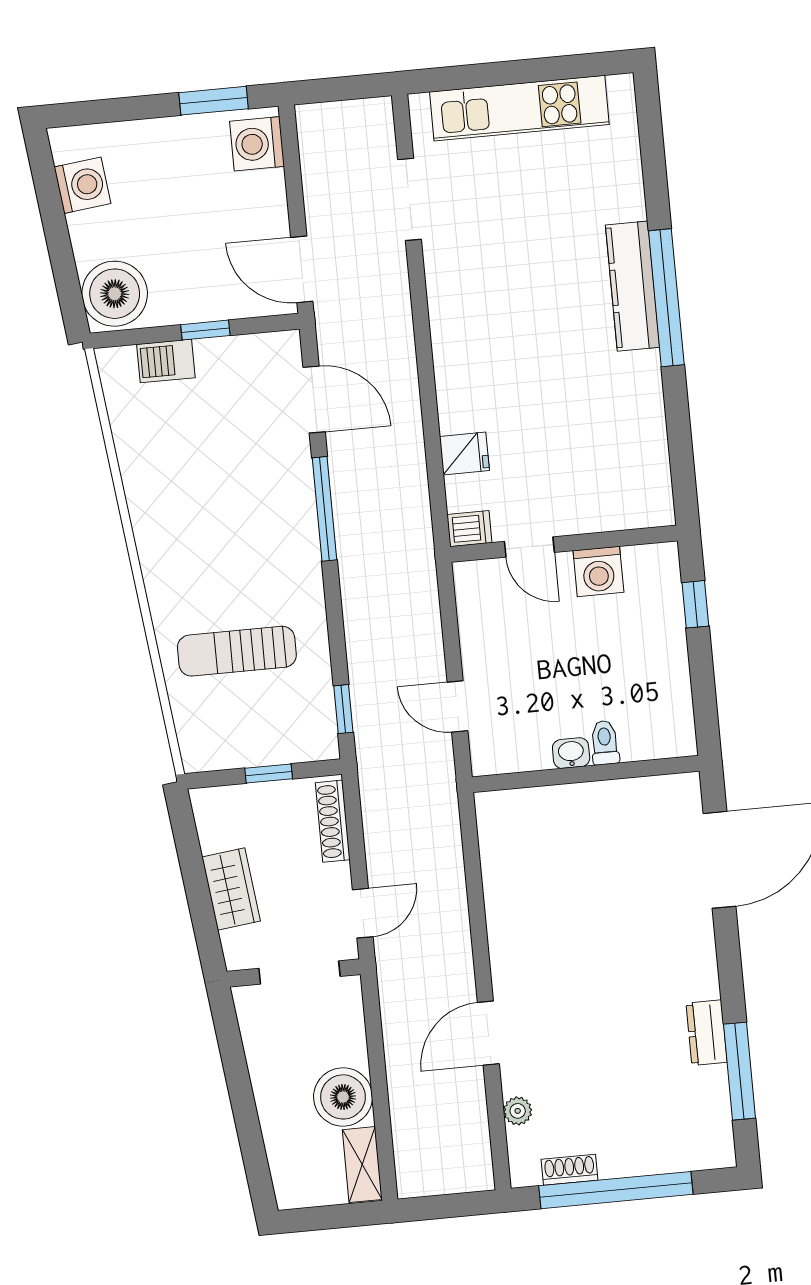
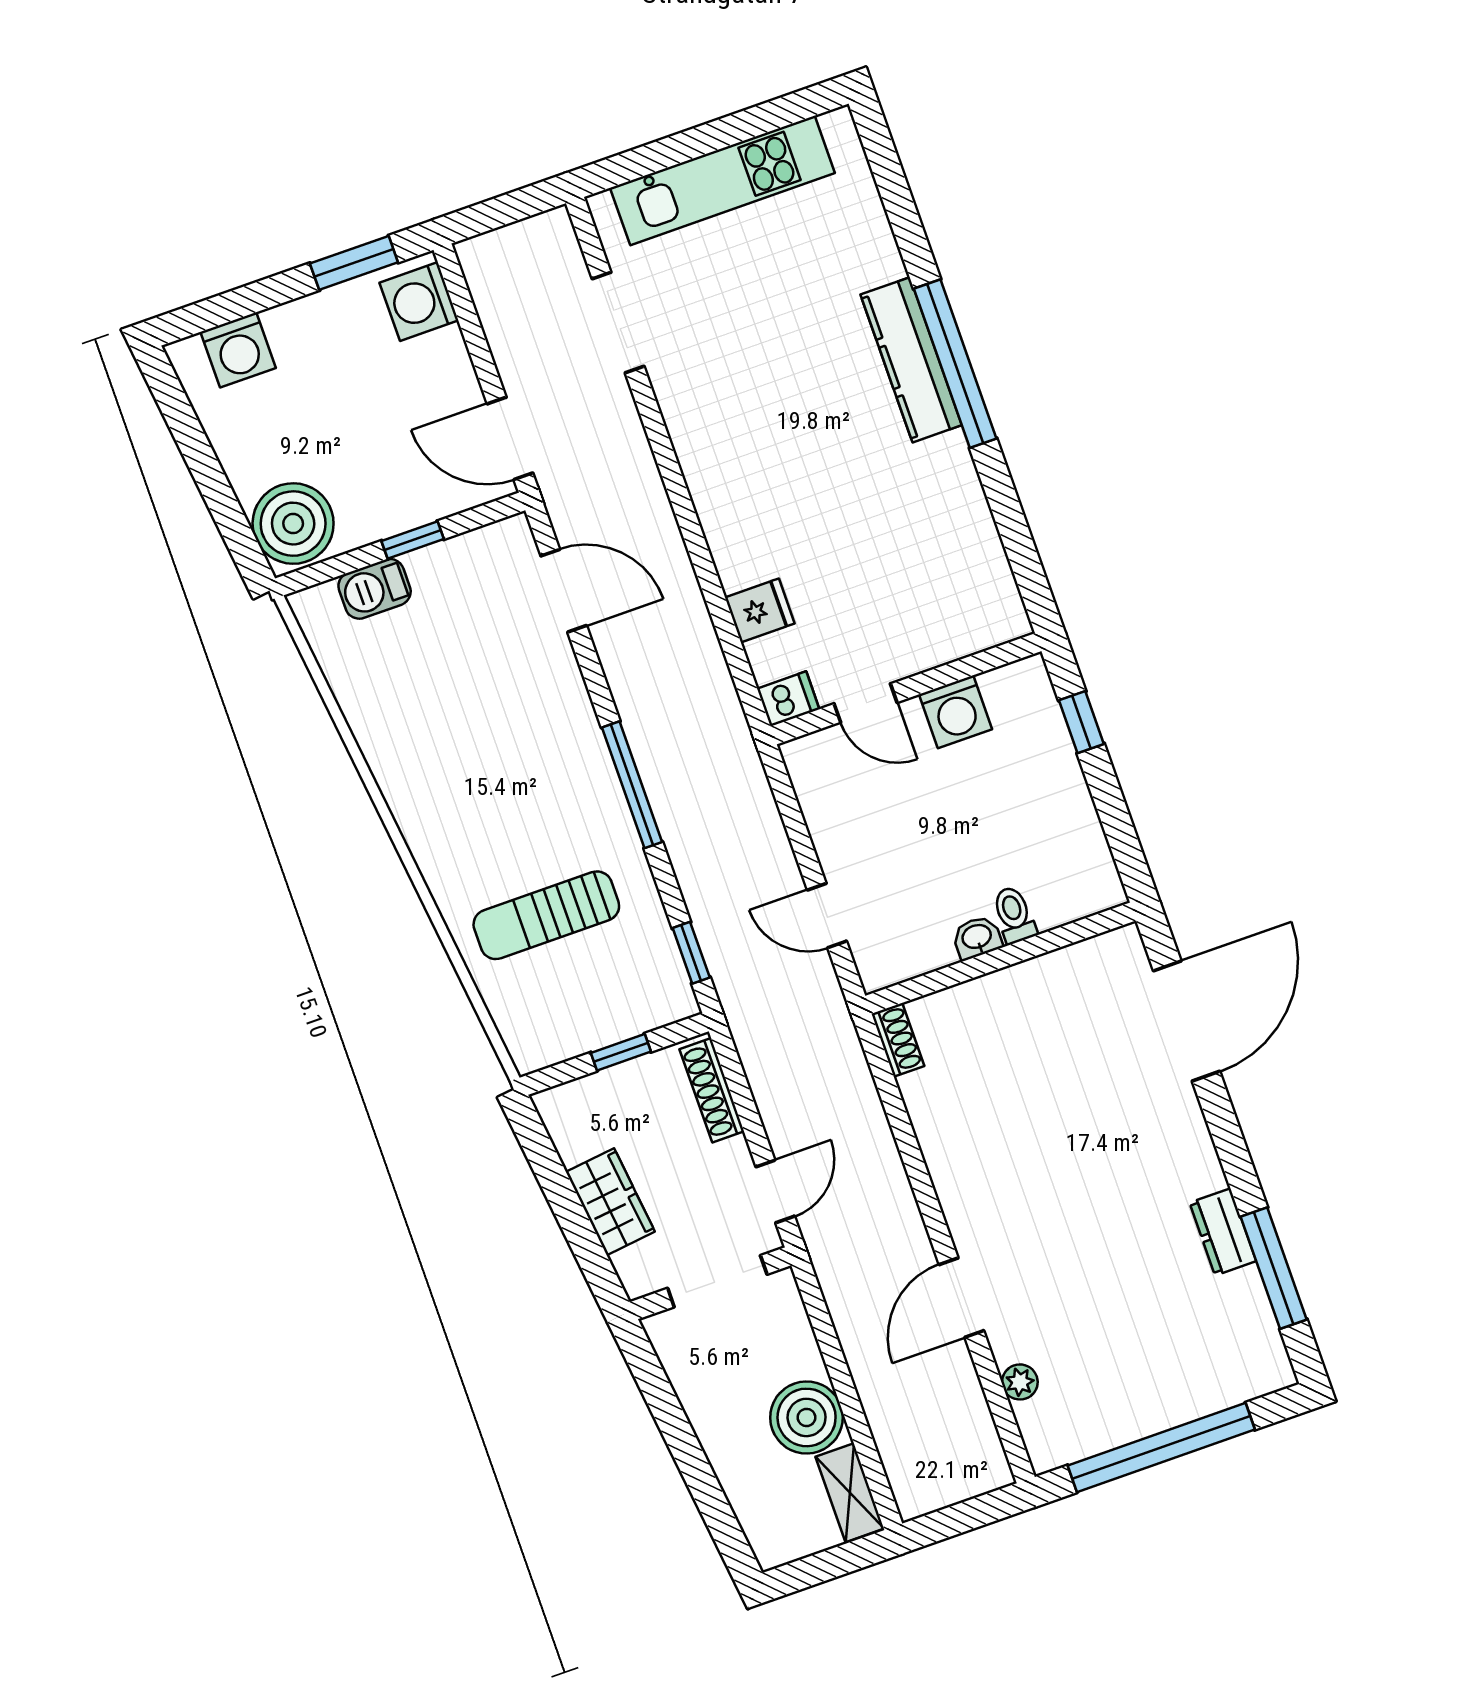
washing machine: (82, 185) -> (238, 350), moved, turned 97
window: (324, 509) -> (632, 785), moved
shoe rack: (570, 1170) -> (898, 1040), moved, turned 90

